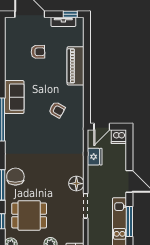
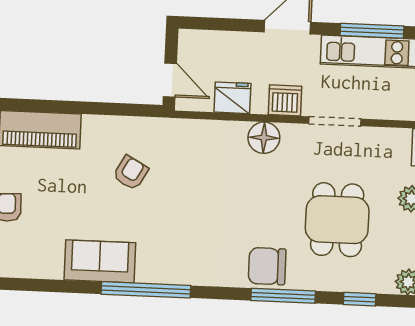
dishwasher: (119, 137) -> (285, 100), moved, turned -90
floor lamp: (76, 184) -> (264, 138), moved
dining table: (29, 215) -> (337, 220), moved

